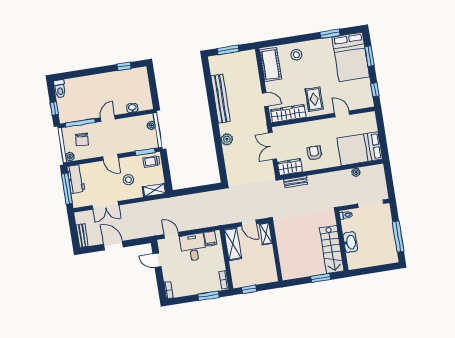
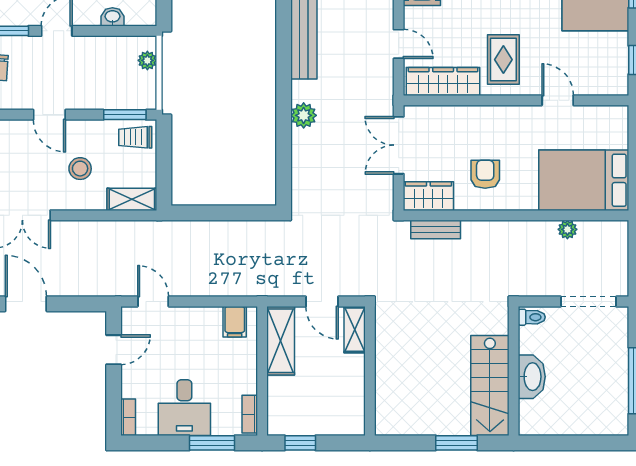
desk: (193, 247) -> (184, 408), moved, turned 180
door: (157, 260) -> (114, 350), swing flipped

